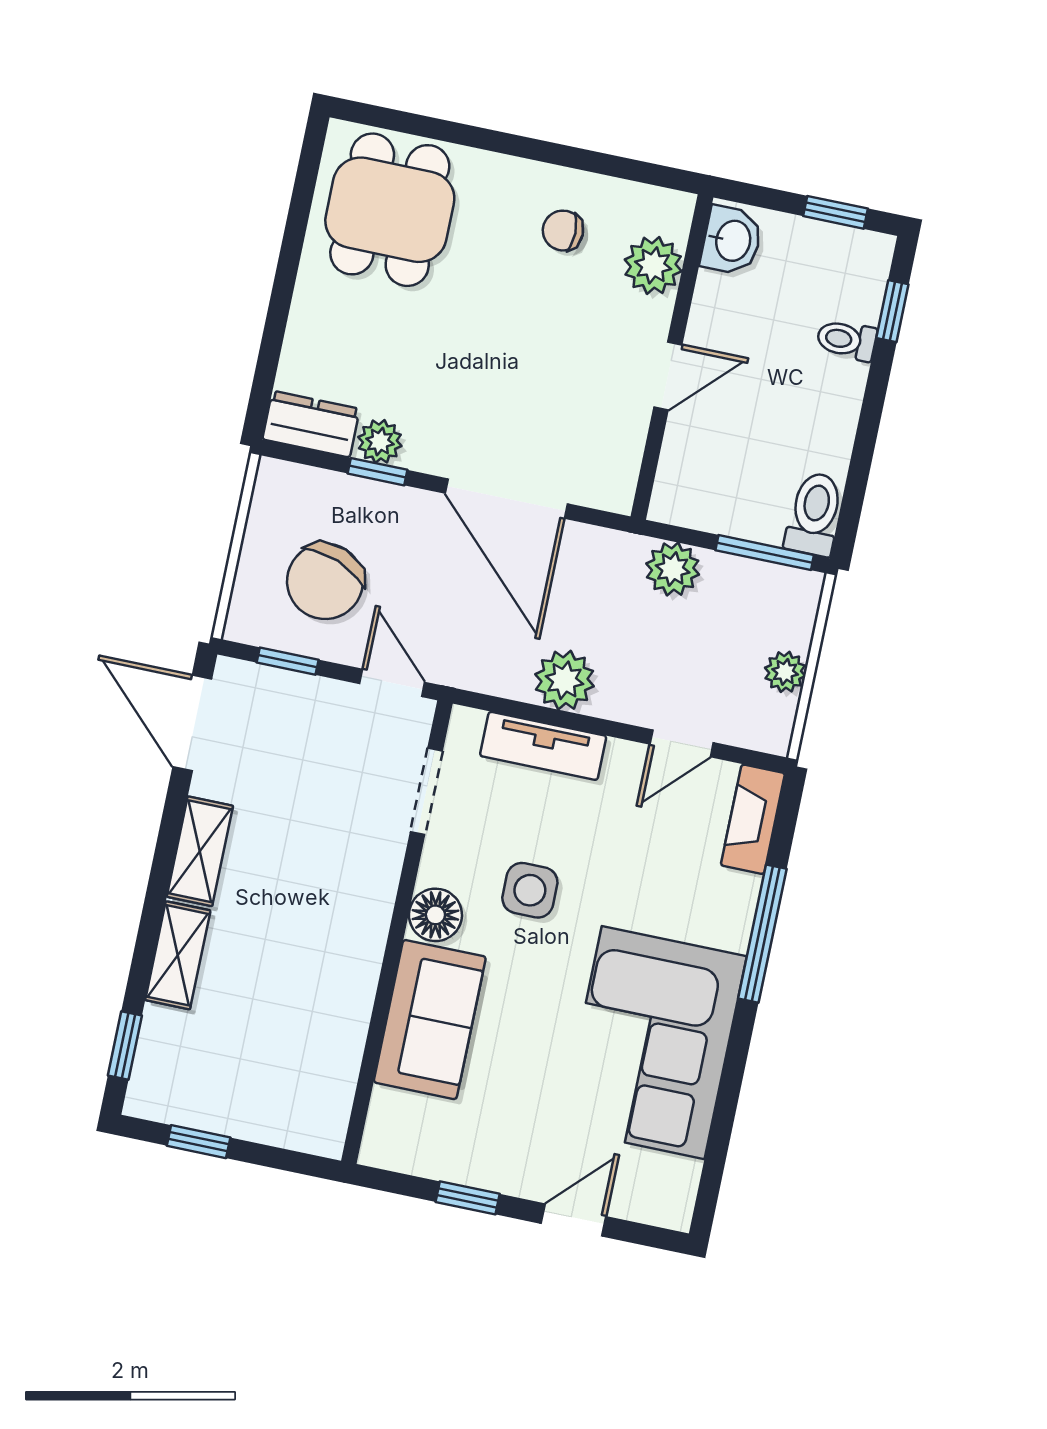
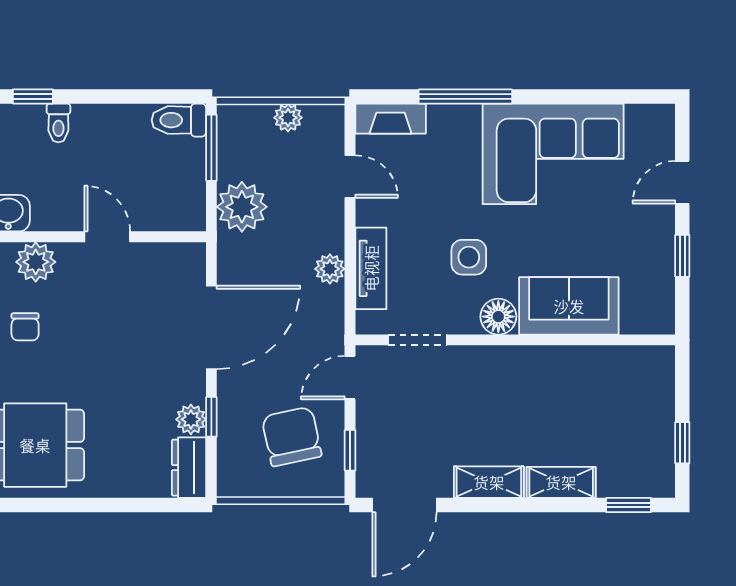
plant: (673, 569) -> (242, 207), width x1.36, depth x1.36
chair: (325, 581) -> (292, 436), turned -123
plant: (564, 680) -> (330, 269), width x0.73, depth x0.73
door: (574, 1220) -> (682, 182), hinge flipped

